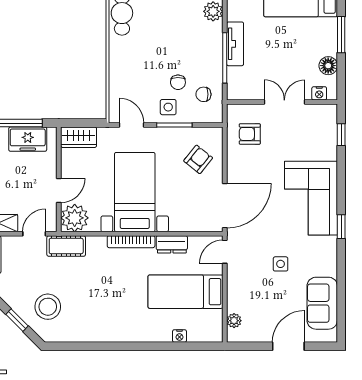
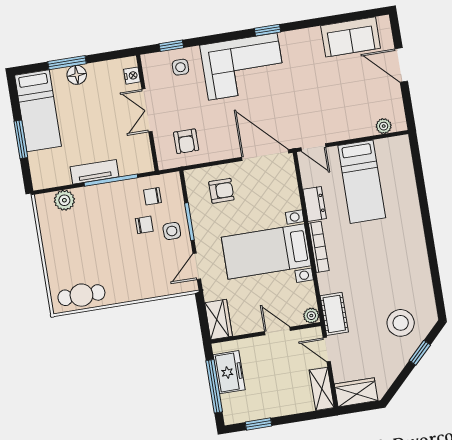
floor lamp: (328, 66) -> (77, 75), moved
chair: (203, 94) -> (153, 196), turned 90
armchair: (198, 159) -> (221, 191), turned 141
plant: (75, 218) -> (311, 316), width x0.53, depth x0.53
side table: (281, 264) -> (180, 67), moved
nightstand: (179, 336) -> (409, 180), removed

